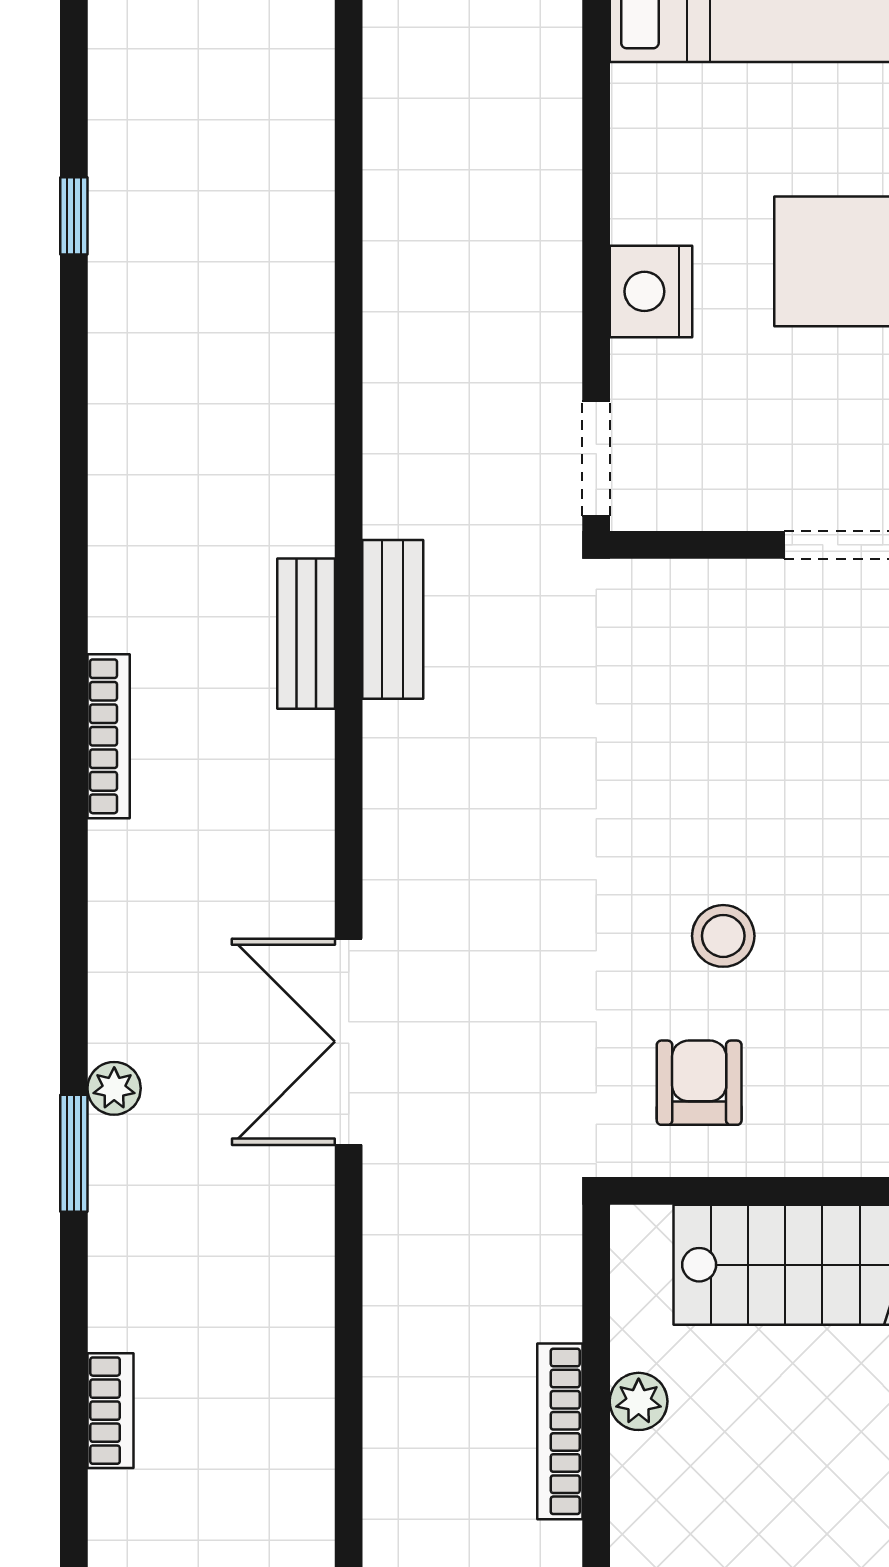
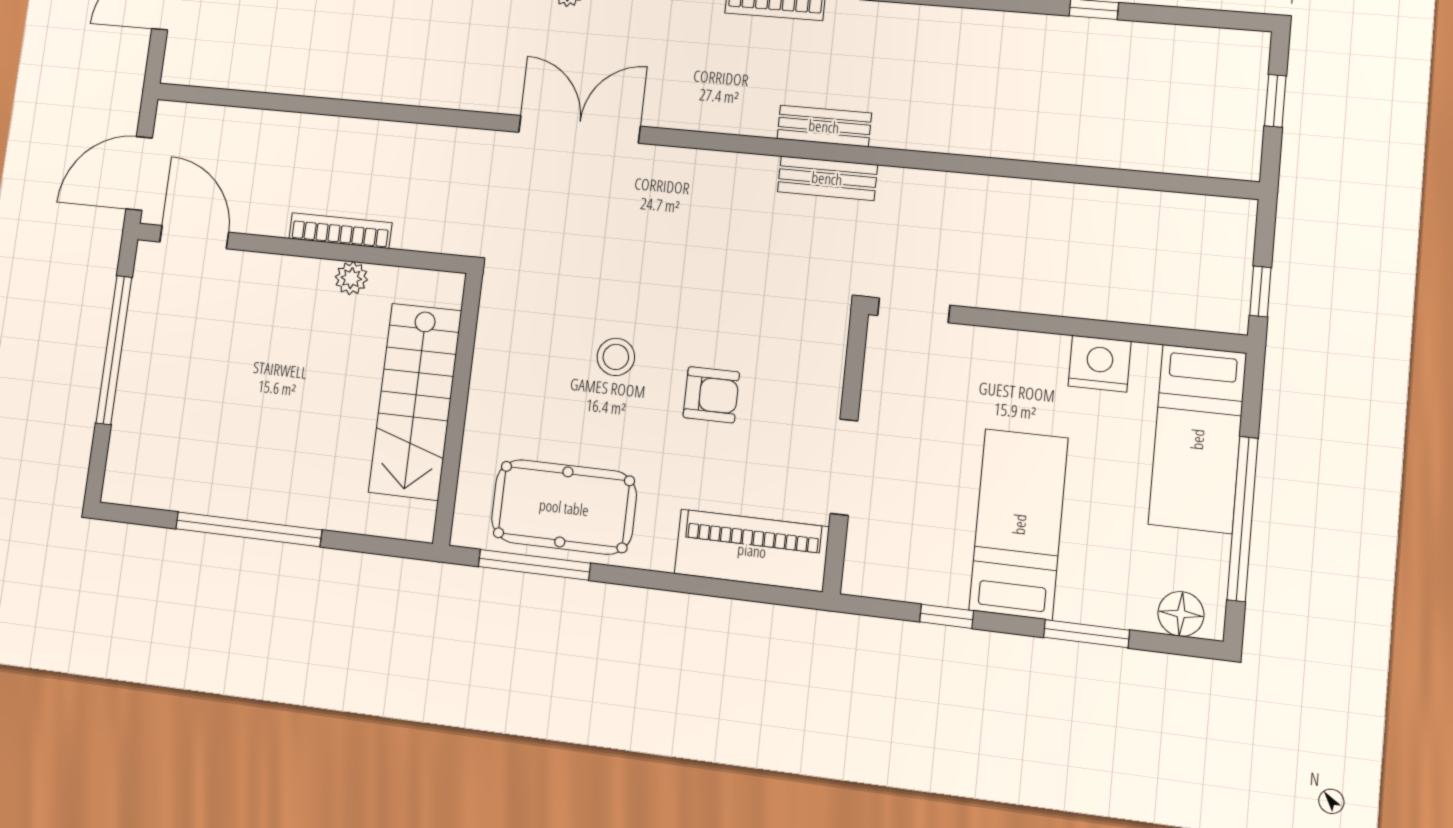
nightstand: (651, 291) -> (1100, 364), moved
armchair: (699, 1083) -> (711, 395), moved

